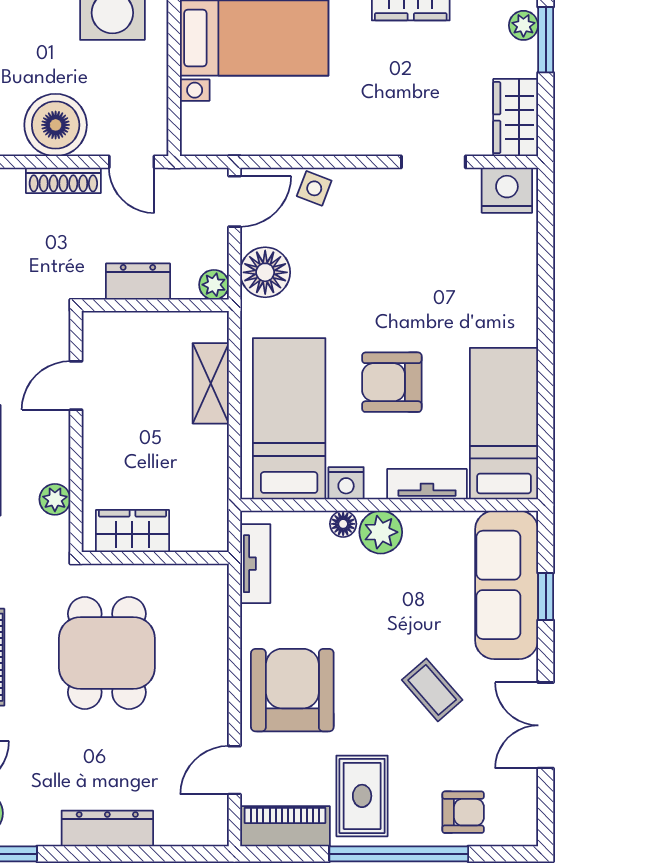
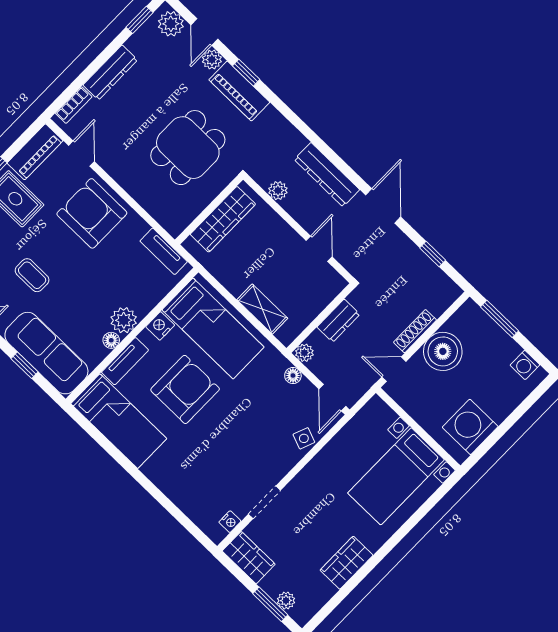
nightstand: (507, 190) -> (230, 522), width x0.53, depth x0.56
floor lamp: (265, 272) -> (293, 376), width x0.53, depth x0.53
armchair: (392, 382) -> (185, 389), width x1.36, depth x1.36
floor lamp: (343, 524) -> (111, 340), moved
wardrobe: (132, 531) -> (223, 219), width x1.50
dining table: (107, 653) -> (188, 148), turned 90
armchair: (292, 690) -> (92, 213), turned 180
coffee table: (432, 690) -> (32, 275), turned 41
bookcase: (187, 834) -> (74, 105), added

